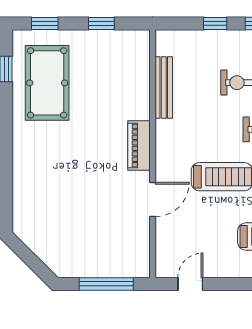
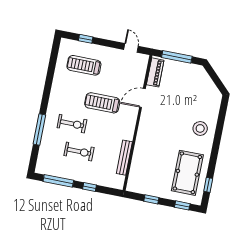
piano: (139, 146) -> (155, 72), moved
stool: (40, 166) -> (200, 128), added
door: (190, 284) -> (131, 48), swing flipped

